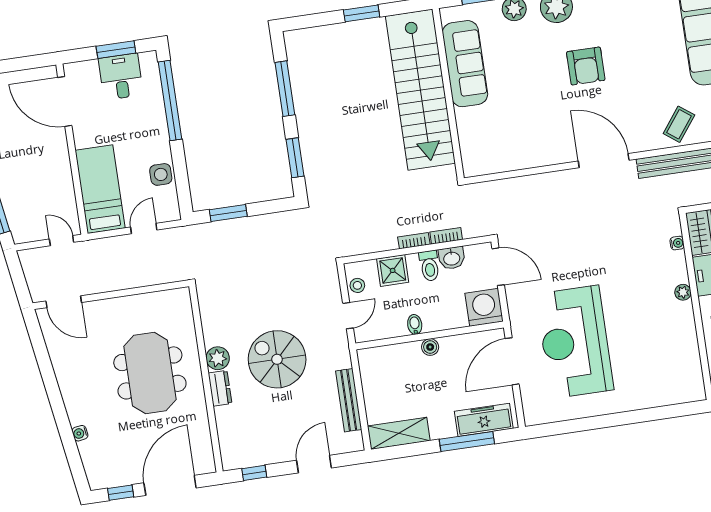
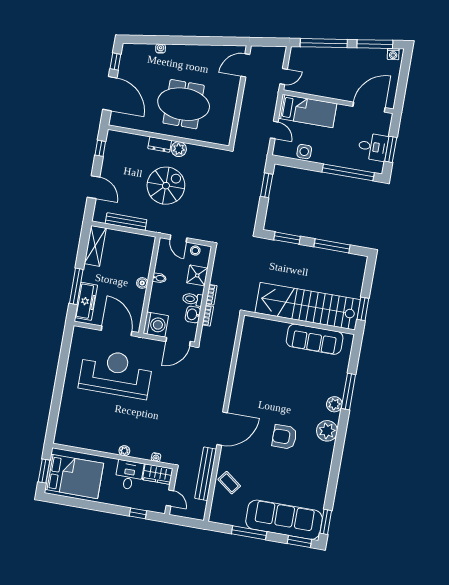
sofa: (465, 64) -> (315, 339), moved
stairs: (420, 90) -> (308, 306), moved
wall: (448, 94) -> (300, 323), moved

